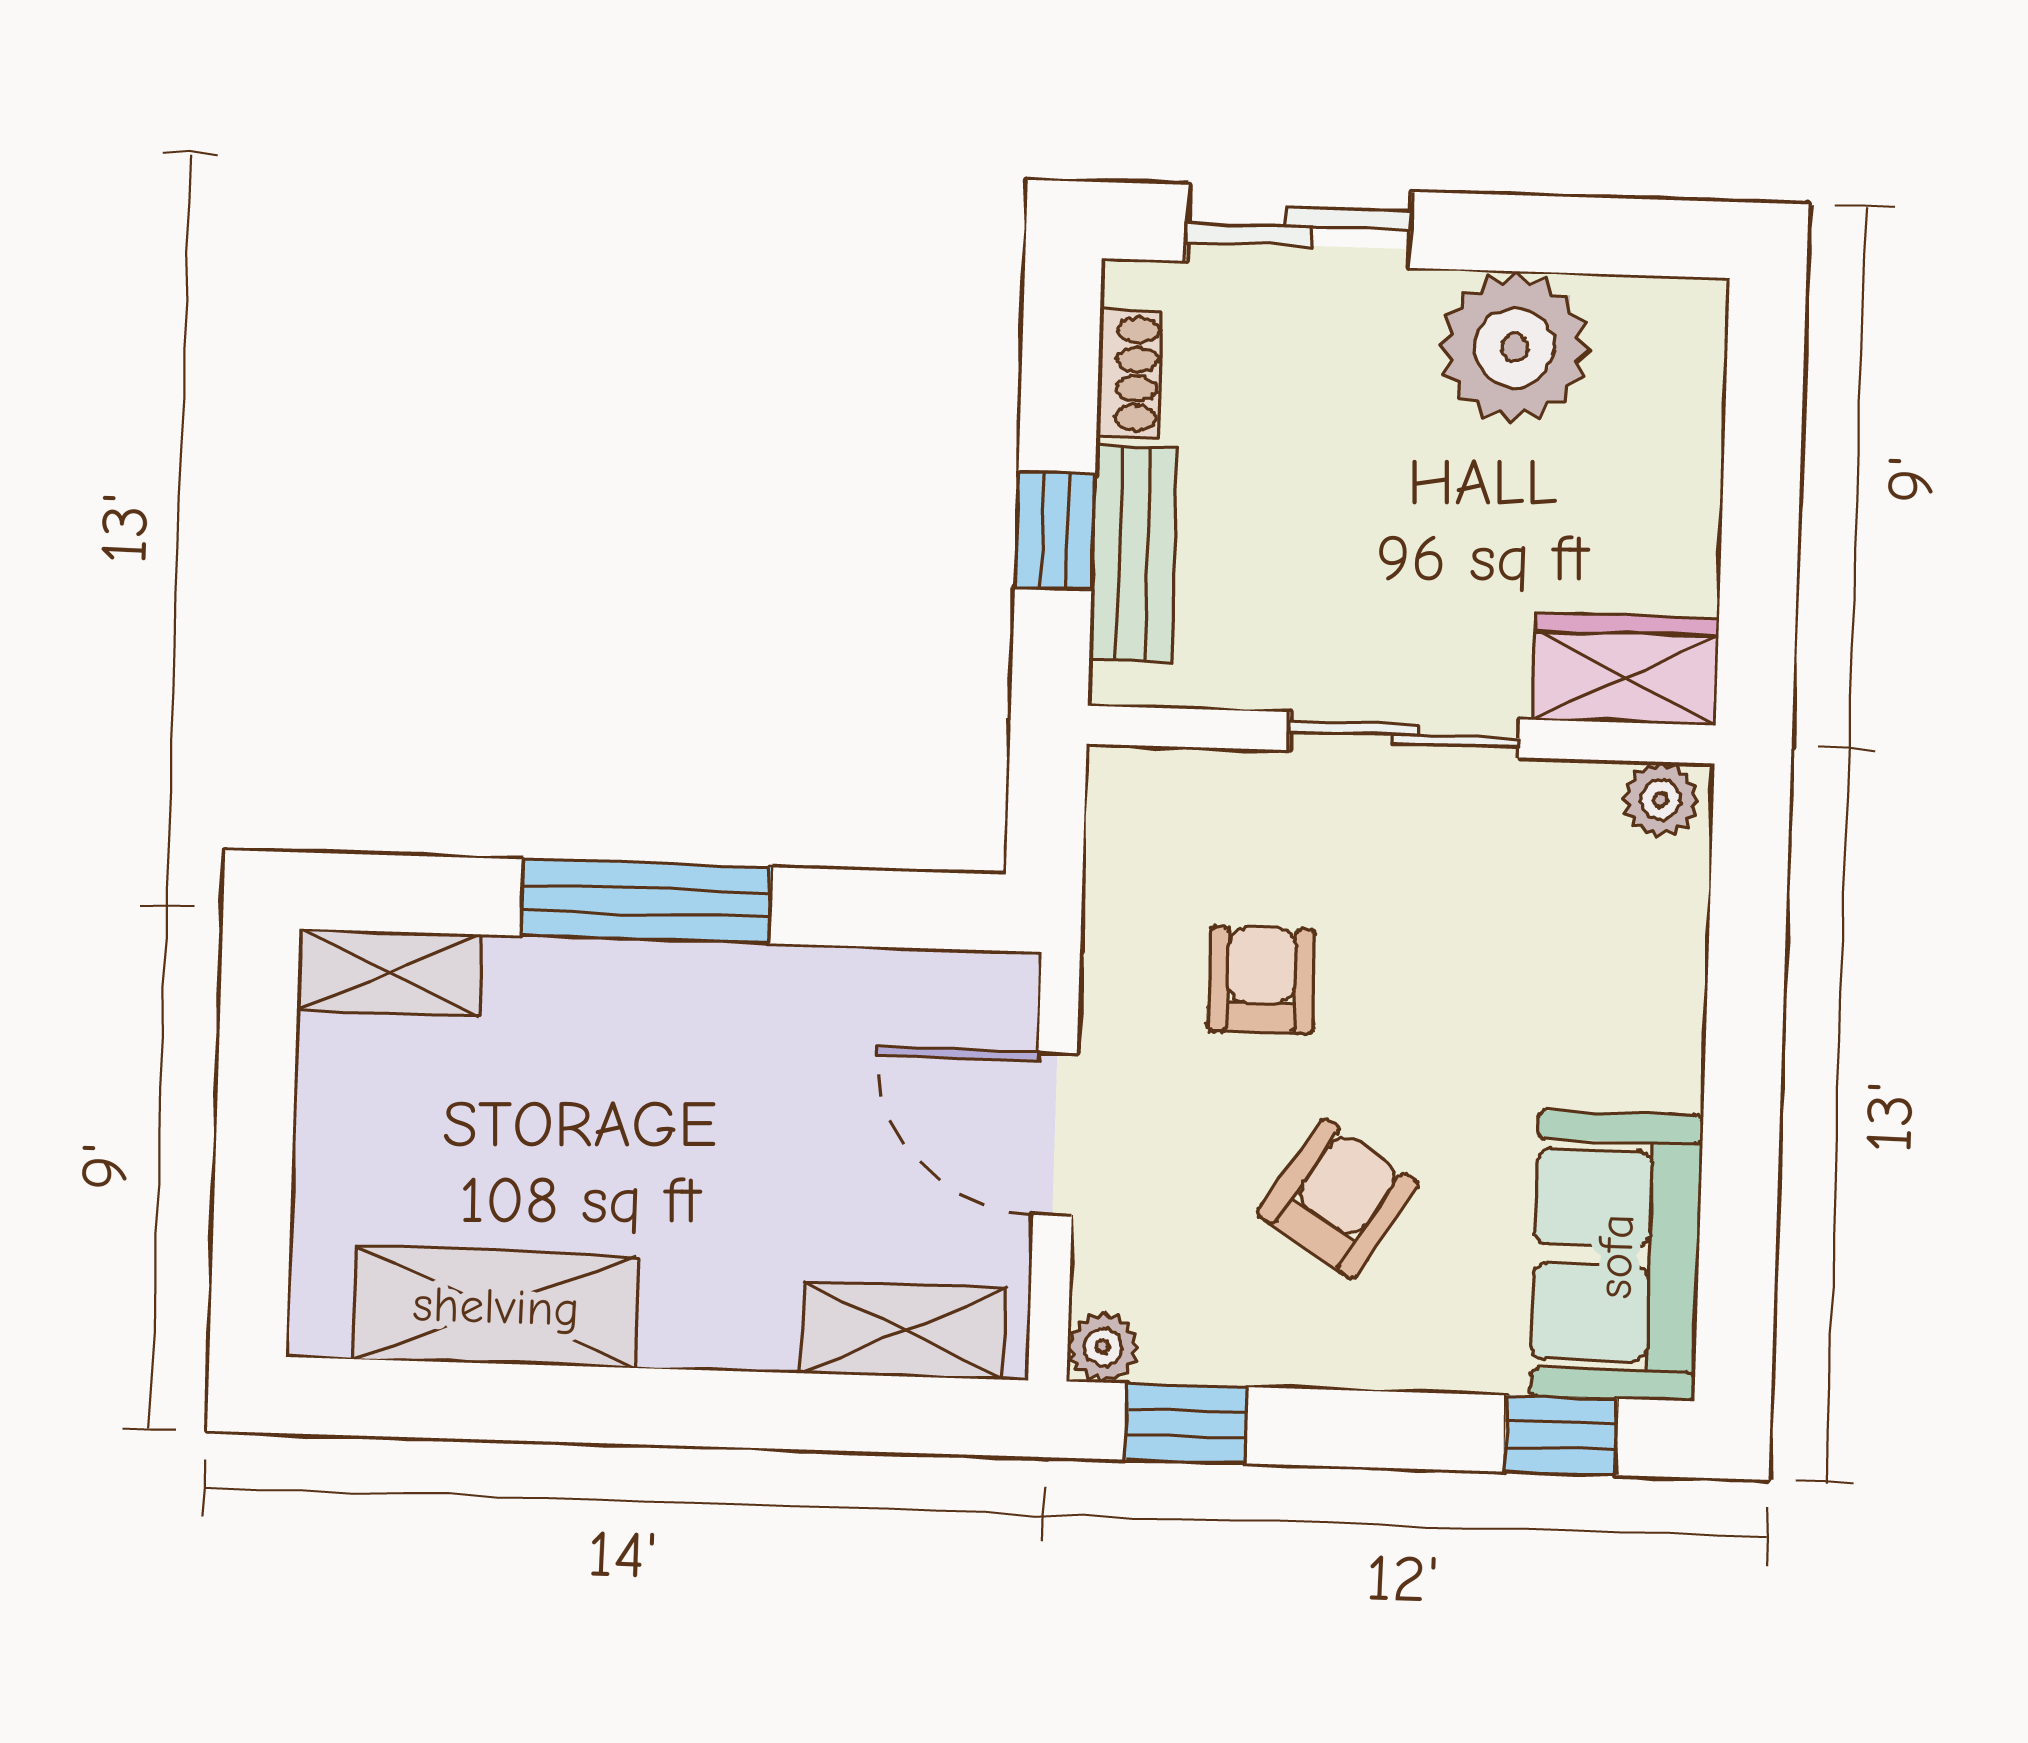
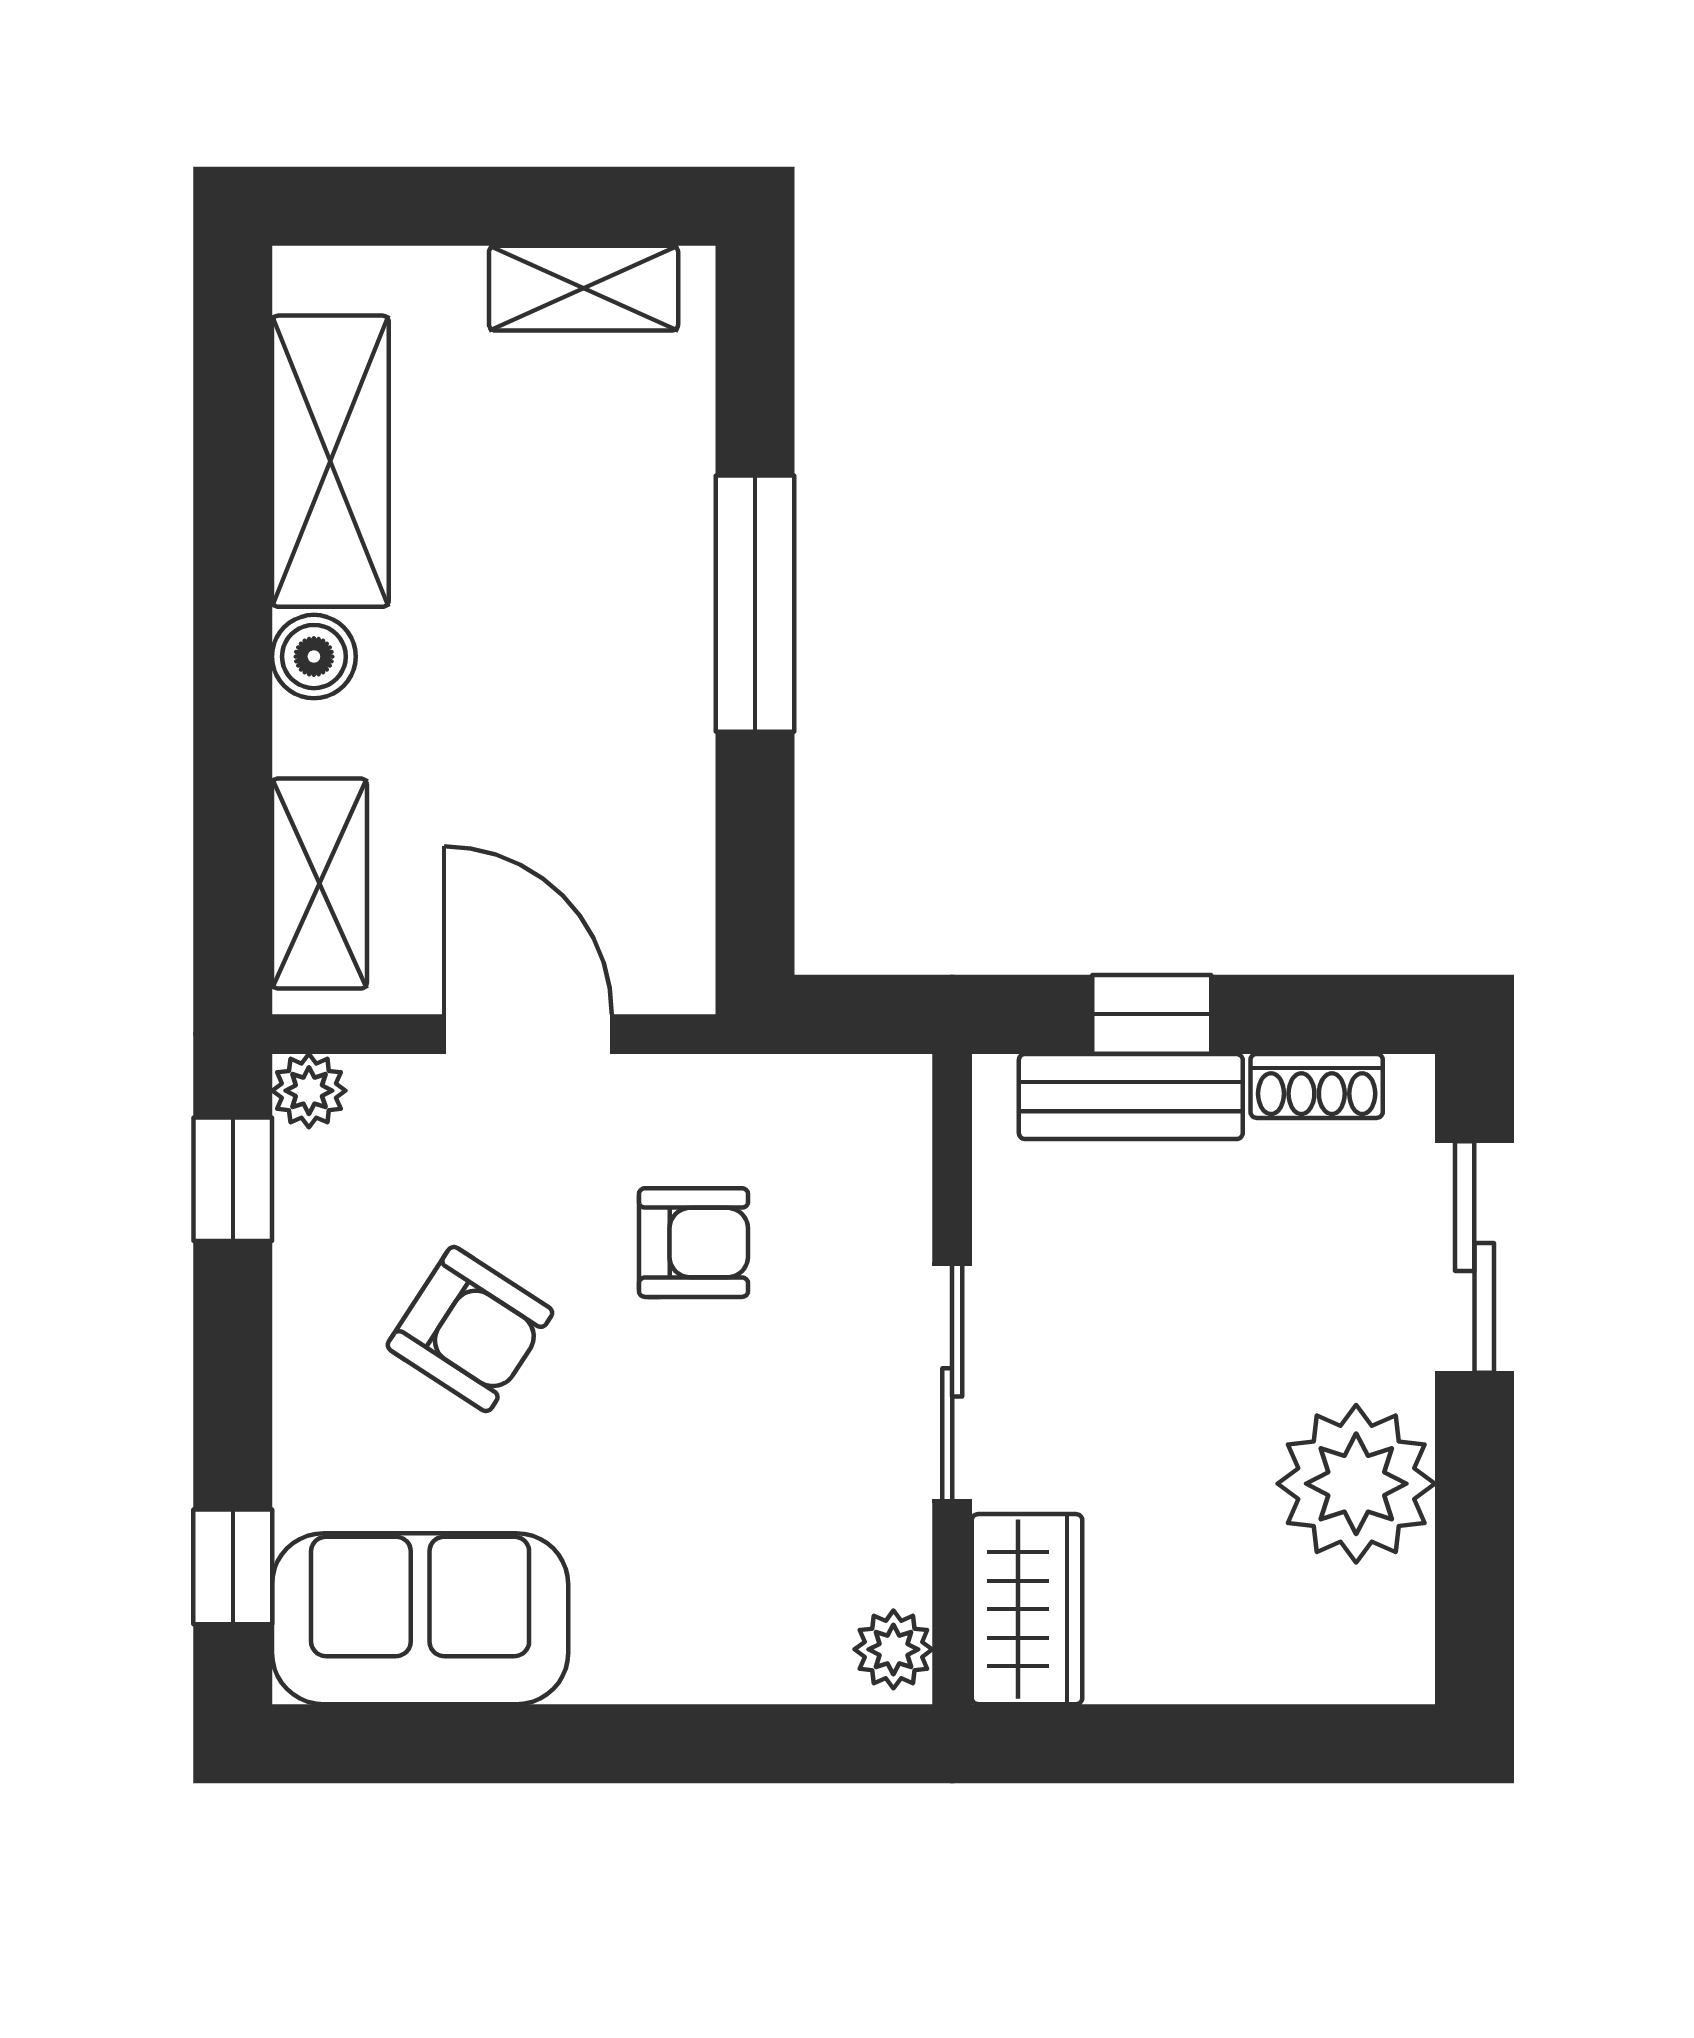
shelving: (389, 973) -> (584, 288), moved, turned 90
door: (1055, 1134) -> (528, 1034), hinge flipped
boiler: (684, 1329) -> (314, 657), added

